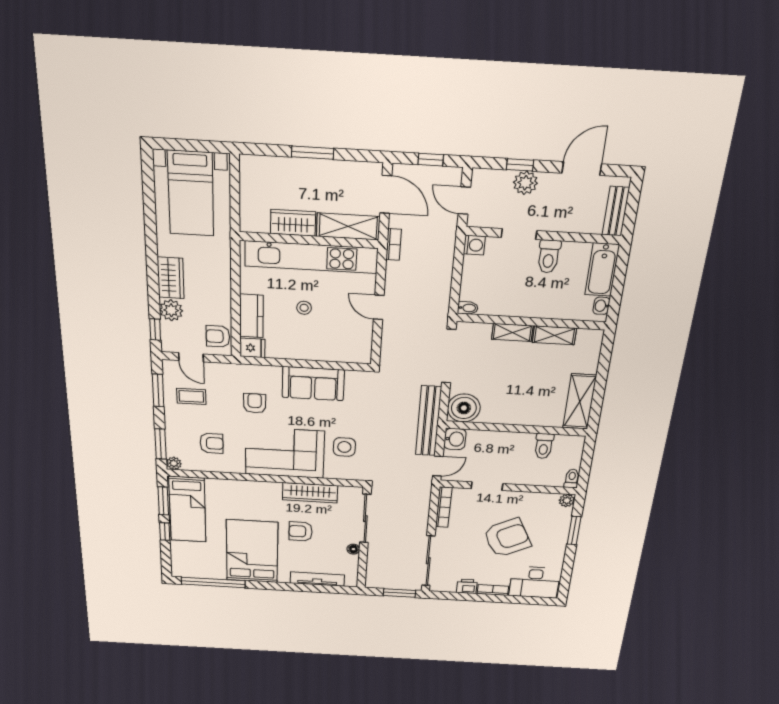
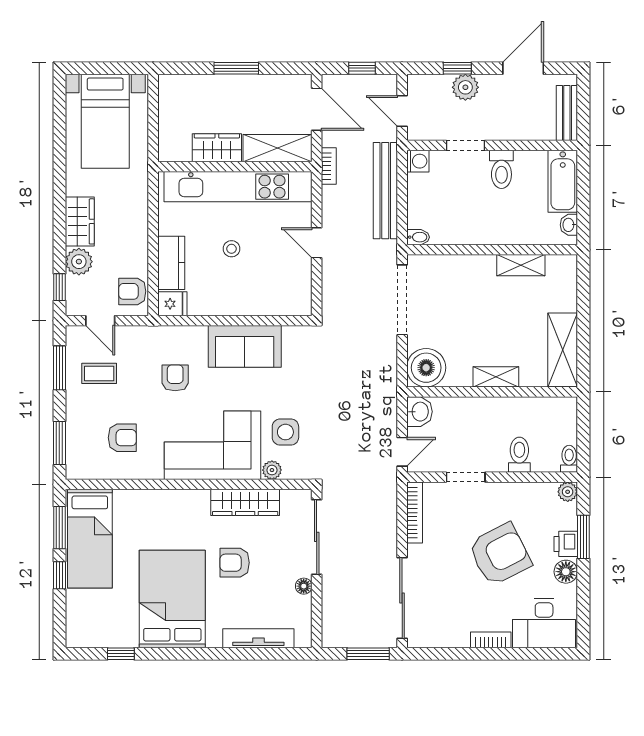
shelving: (512, 332) -> (496, 377), moved
bench: (428, 421) -> (385, 191), moved
toilet: (544, 446) -> (519, 455), moved, turned 180
plant: (174, 463) -> (272, 470), moved
floor lamp: (557, 552) -> (566, 572), added
window: (213, 582) -> (121, 654), width x0.32
printer: (467, 586) -> (566, 544), moved, turned -90

